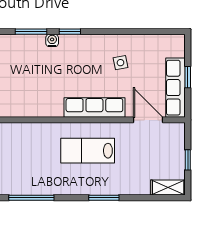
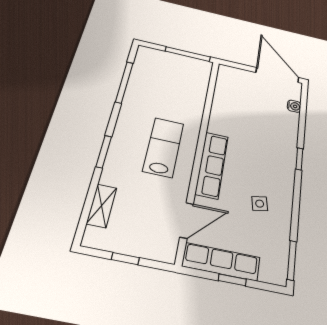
window: (31, 32) -> (292, 260), moved
water cooler: (52, 40) -> (294, 106), moved
shelving: (168, 187) -> (102, 206), moved

